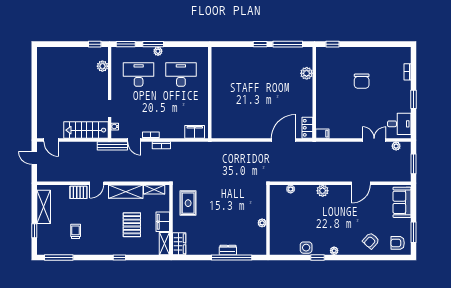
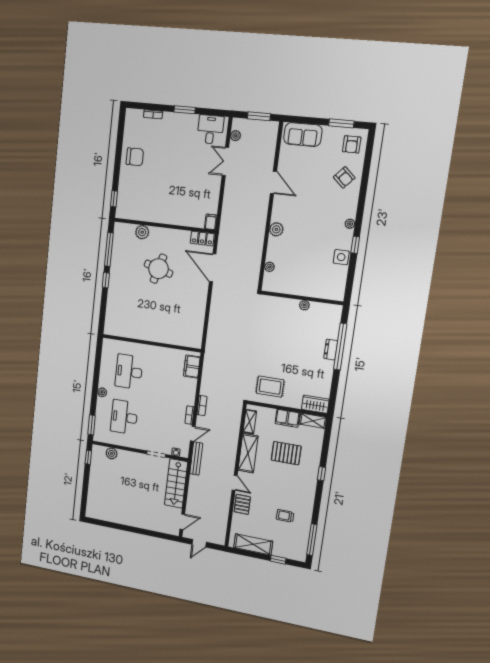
window: (153, 44) -> (94, 396), removed
chair: (362, 81) -> (135, 157), moved
round table: (277, 92) -> (158, 269), added

